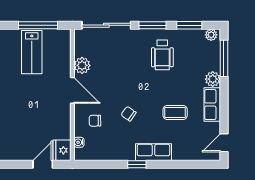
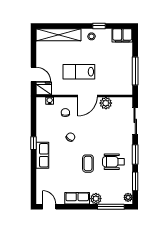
sliding door: (106, 25) -> (135, 121), width x0.73
lab bench: (32, 52) -> (79, 72), moved
coffee table: (175, 113) -> (88, 164), moved

